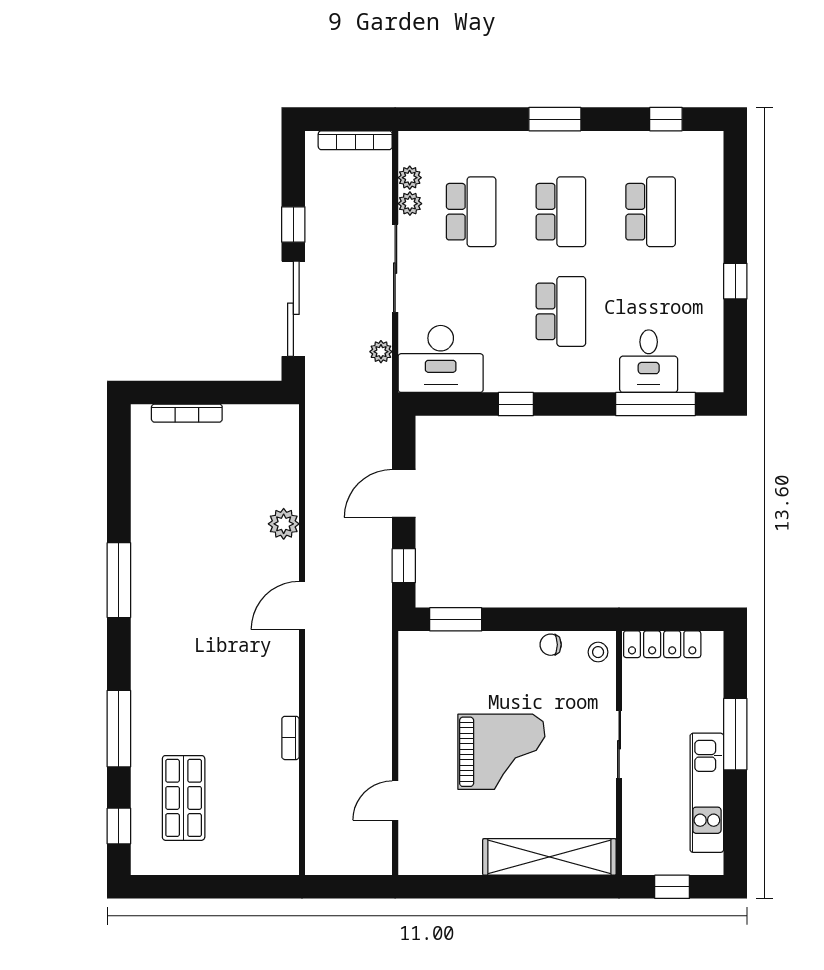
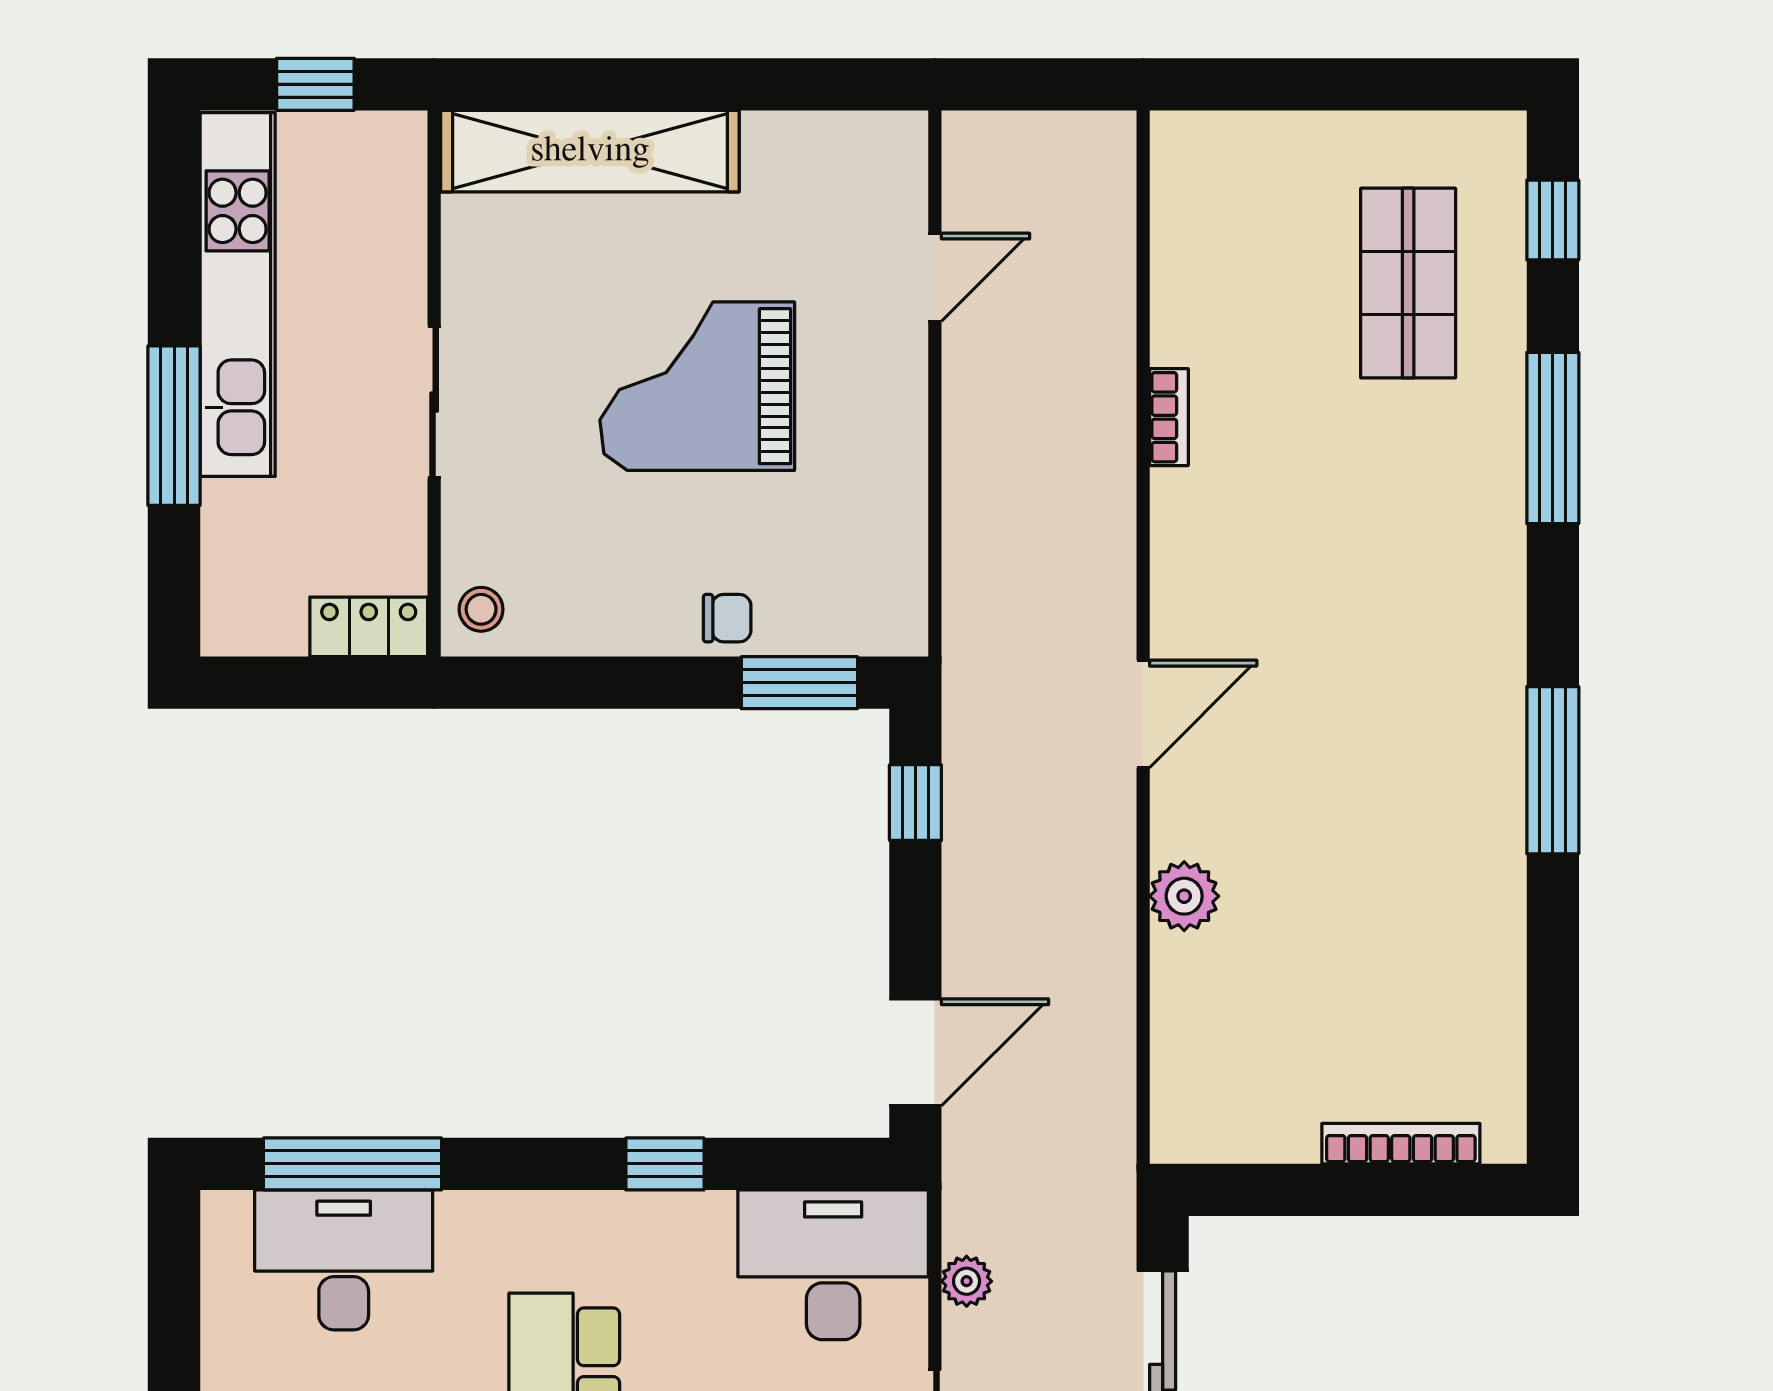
desk: (649, 361) -> (344, 1260), width x1.37
door: (404, 493) -> (915, 1052), moved
locker: (662, 644) -> (369, 627), width x0.66
chair: (551, 645) -> (727, 618), moved
kitchen unit: (707, 793) -> (238, 295), width x1.36

